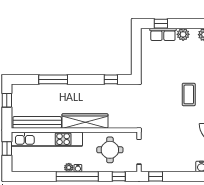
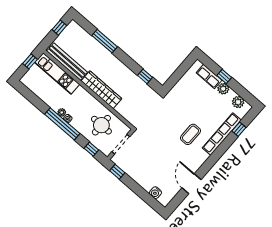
window: (161, 24) -> (224, 76), moved
kitchen unit: (47, 139) -> (57, 73), width x0.73

